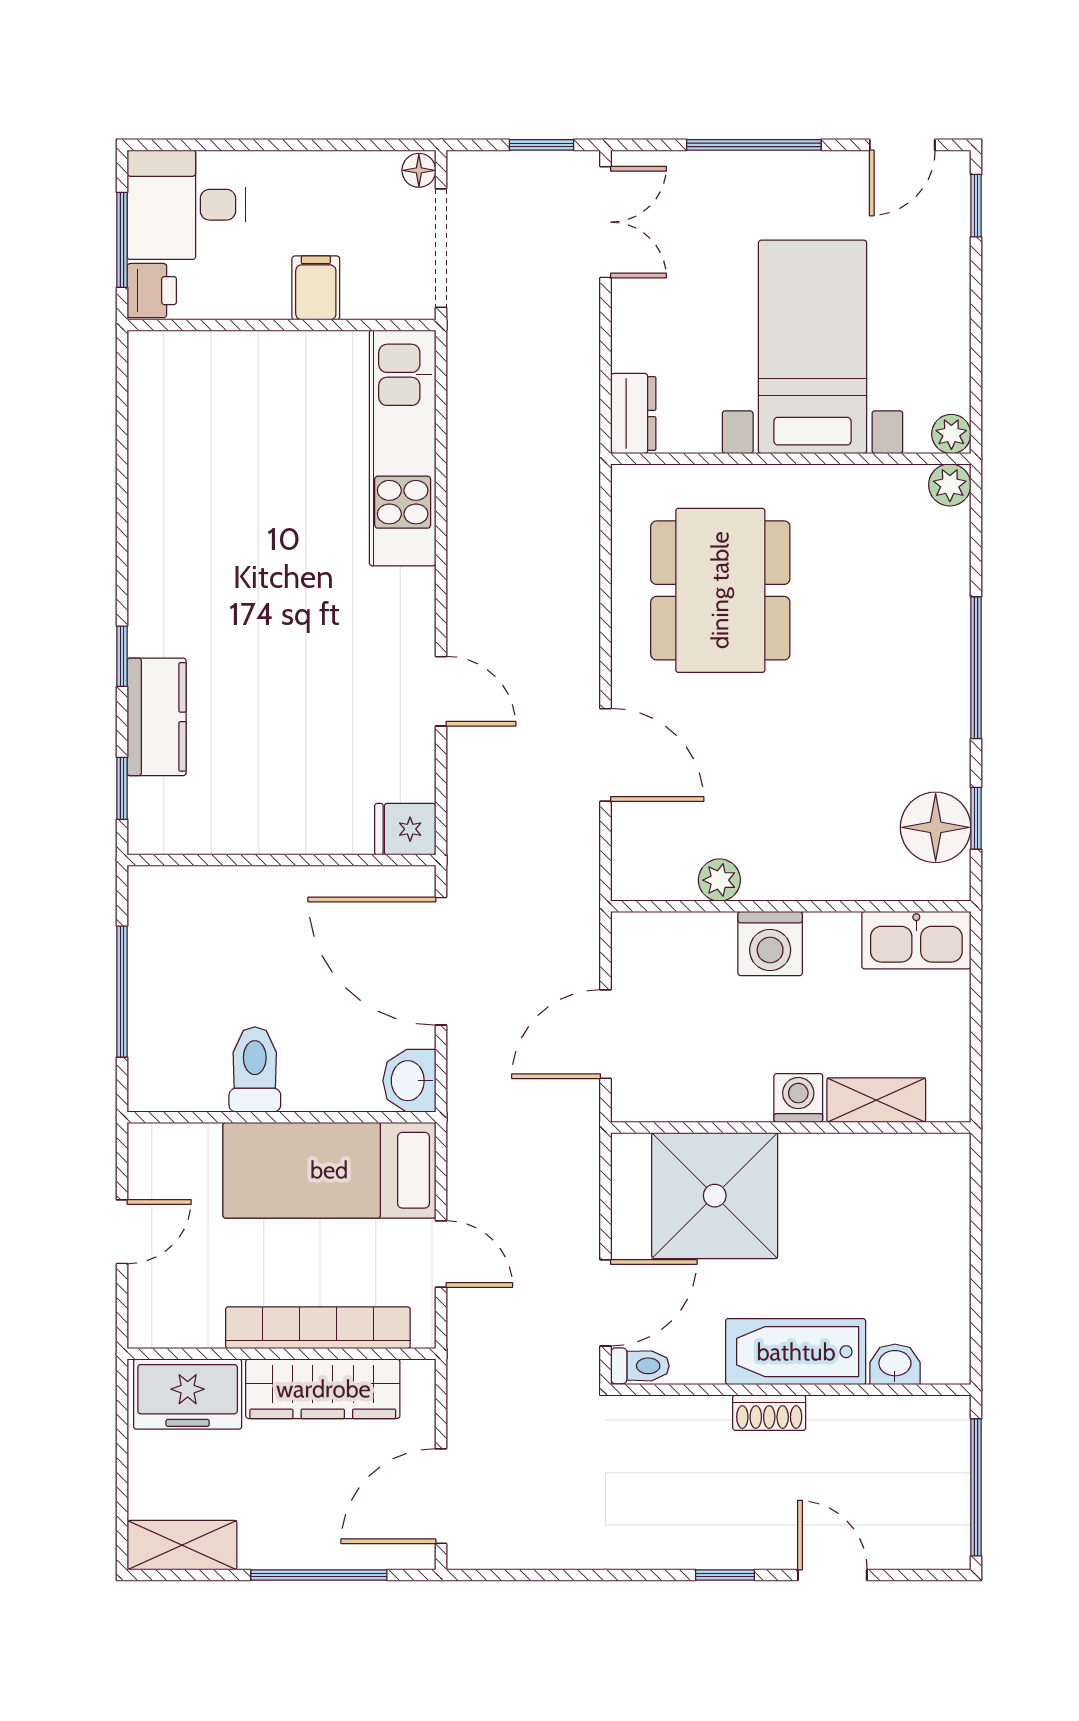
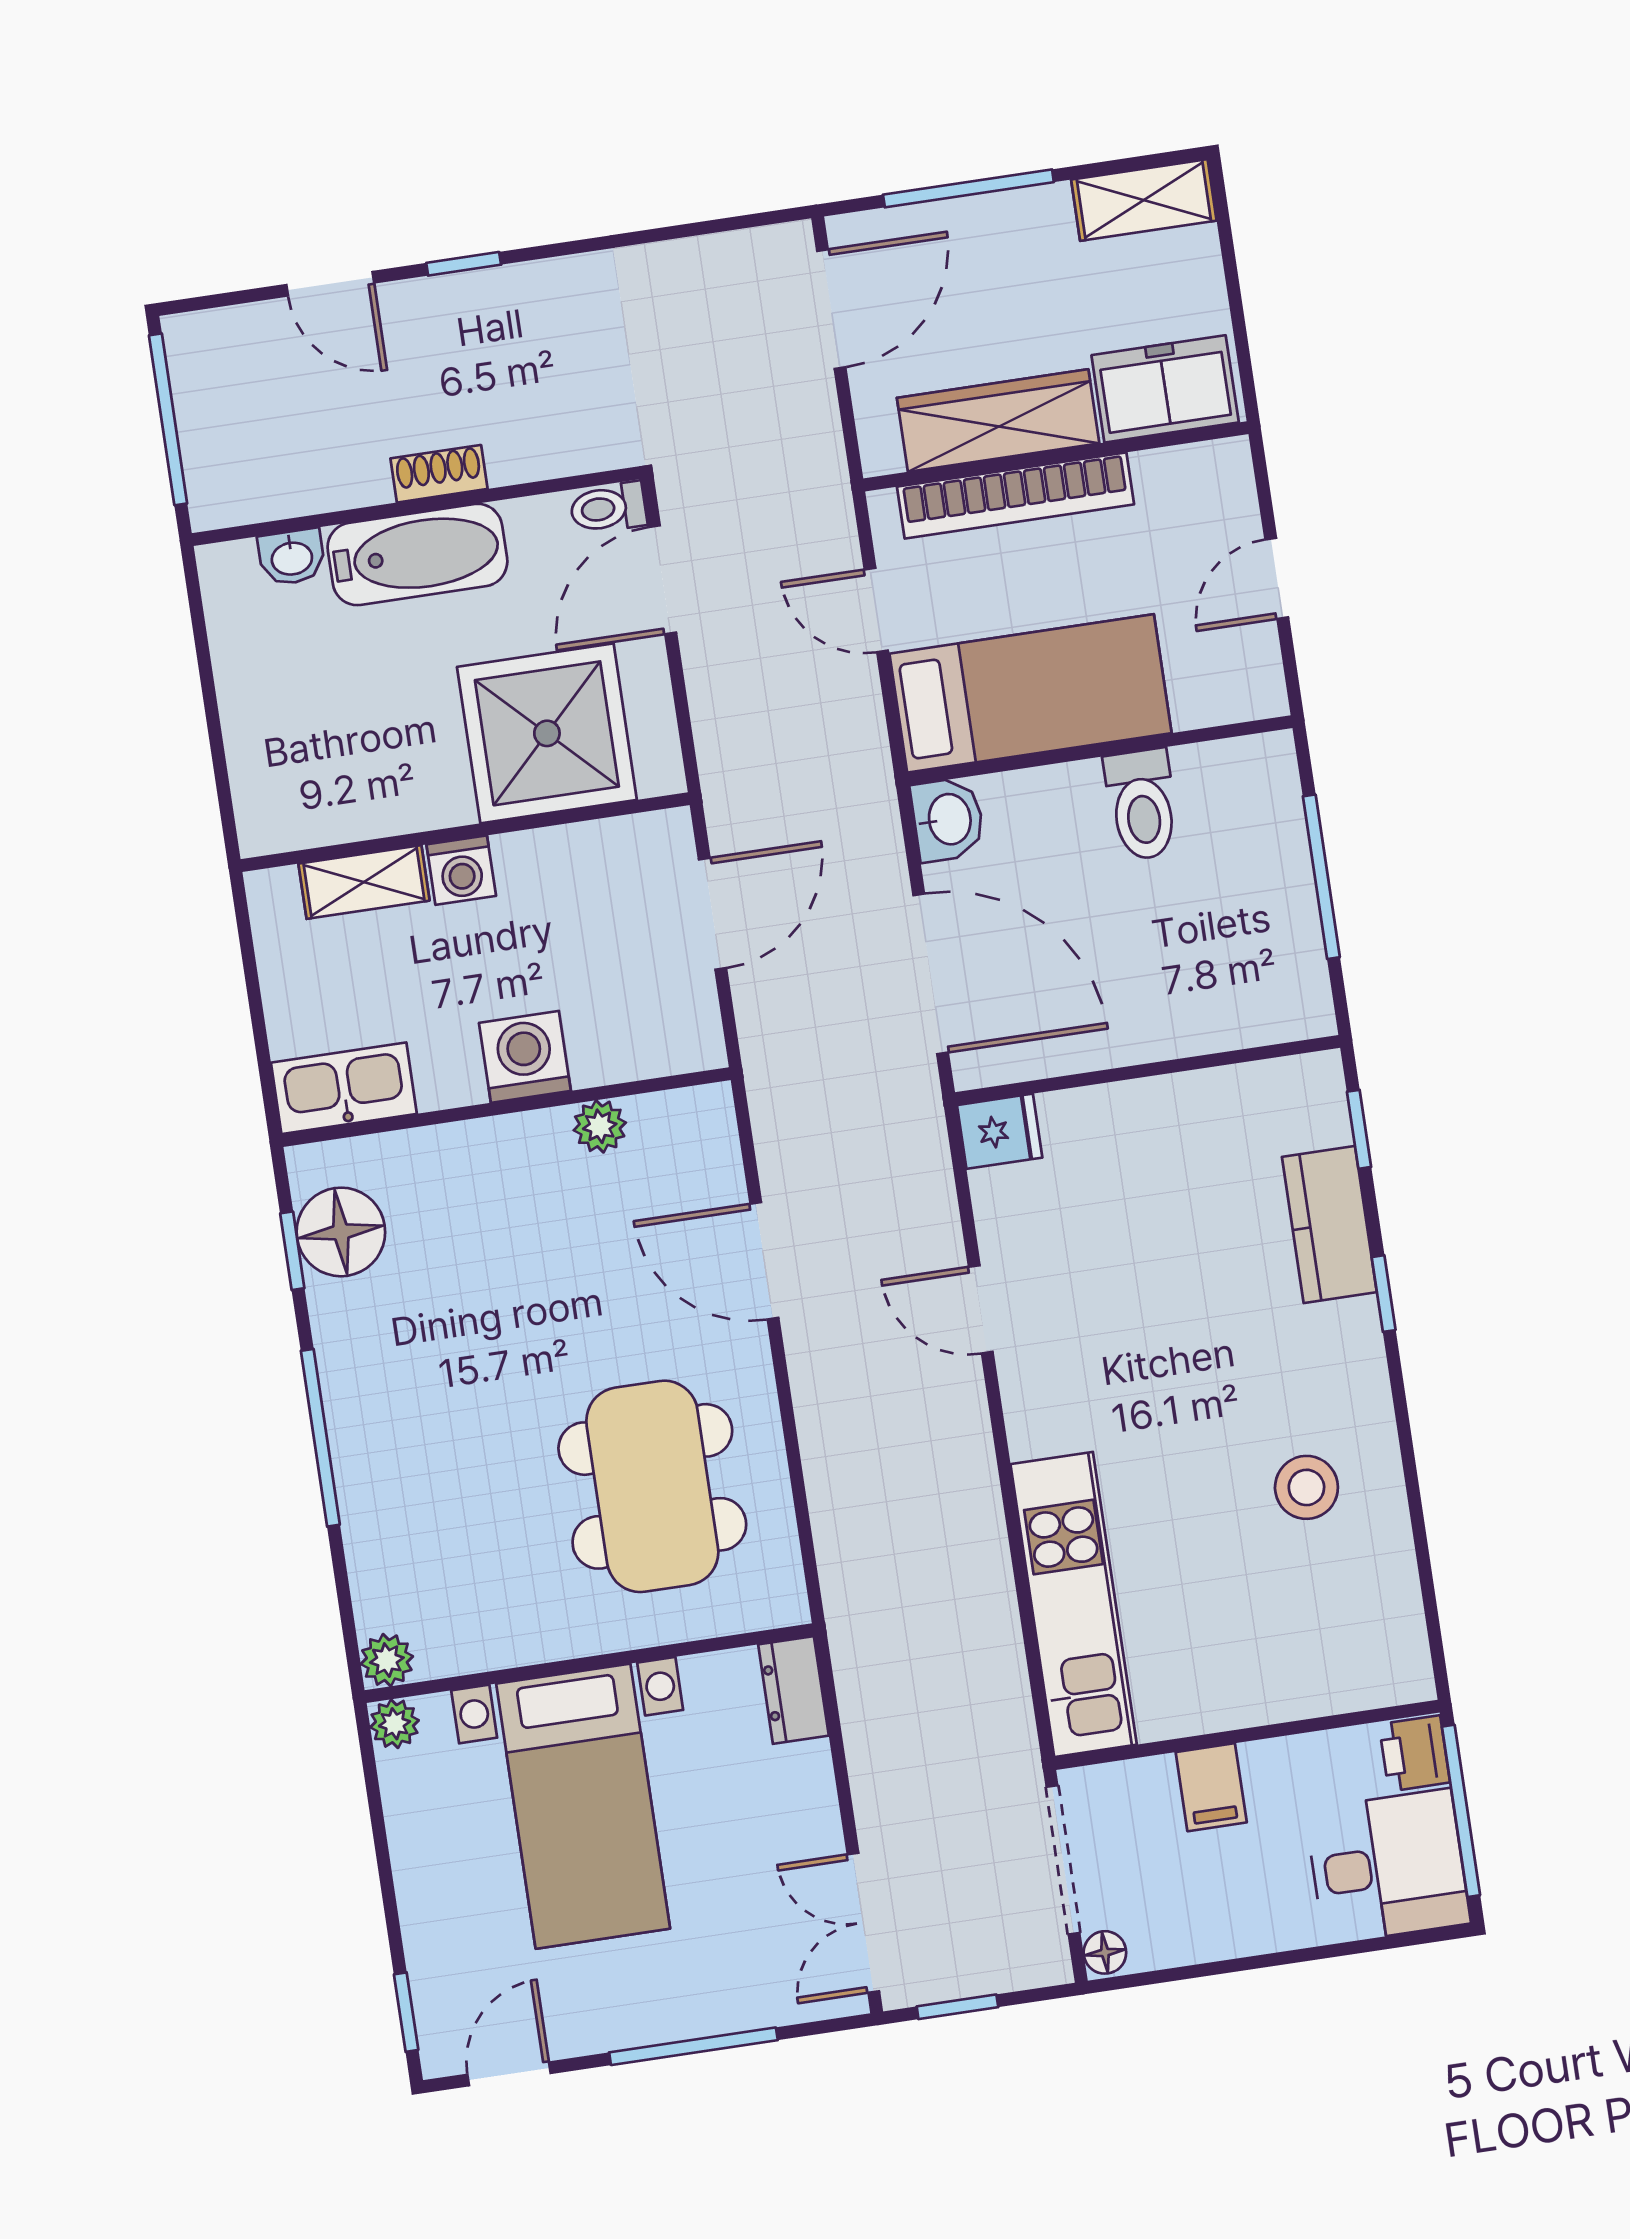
window: (122, 240) -> (1461, 1811), width x1.44
stool: (206, 513) -> (1306, 1487), added

